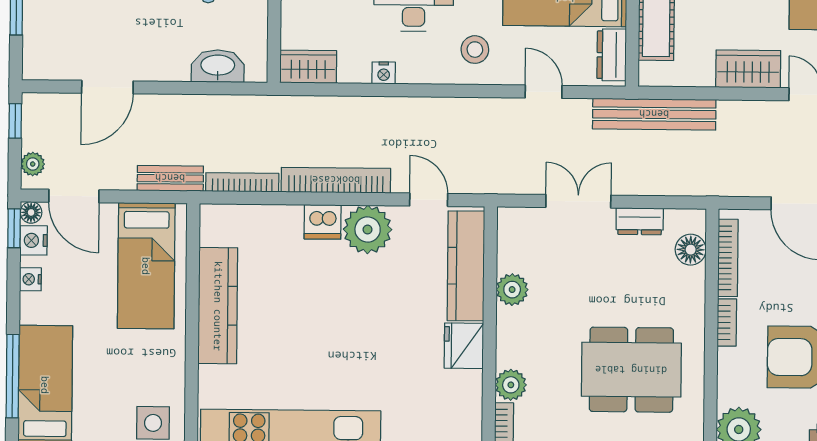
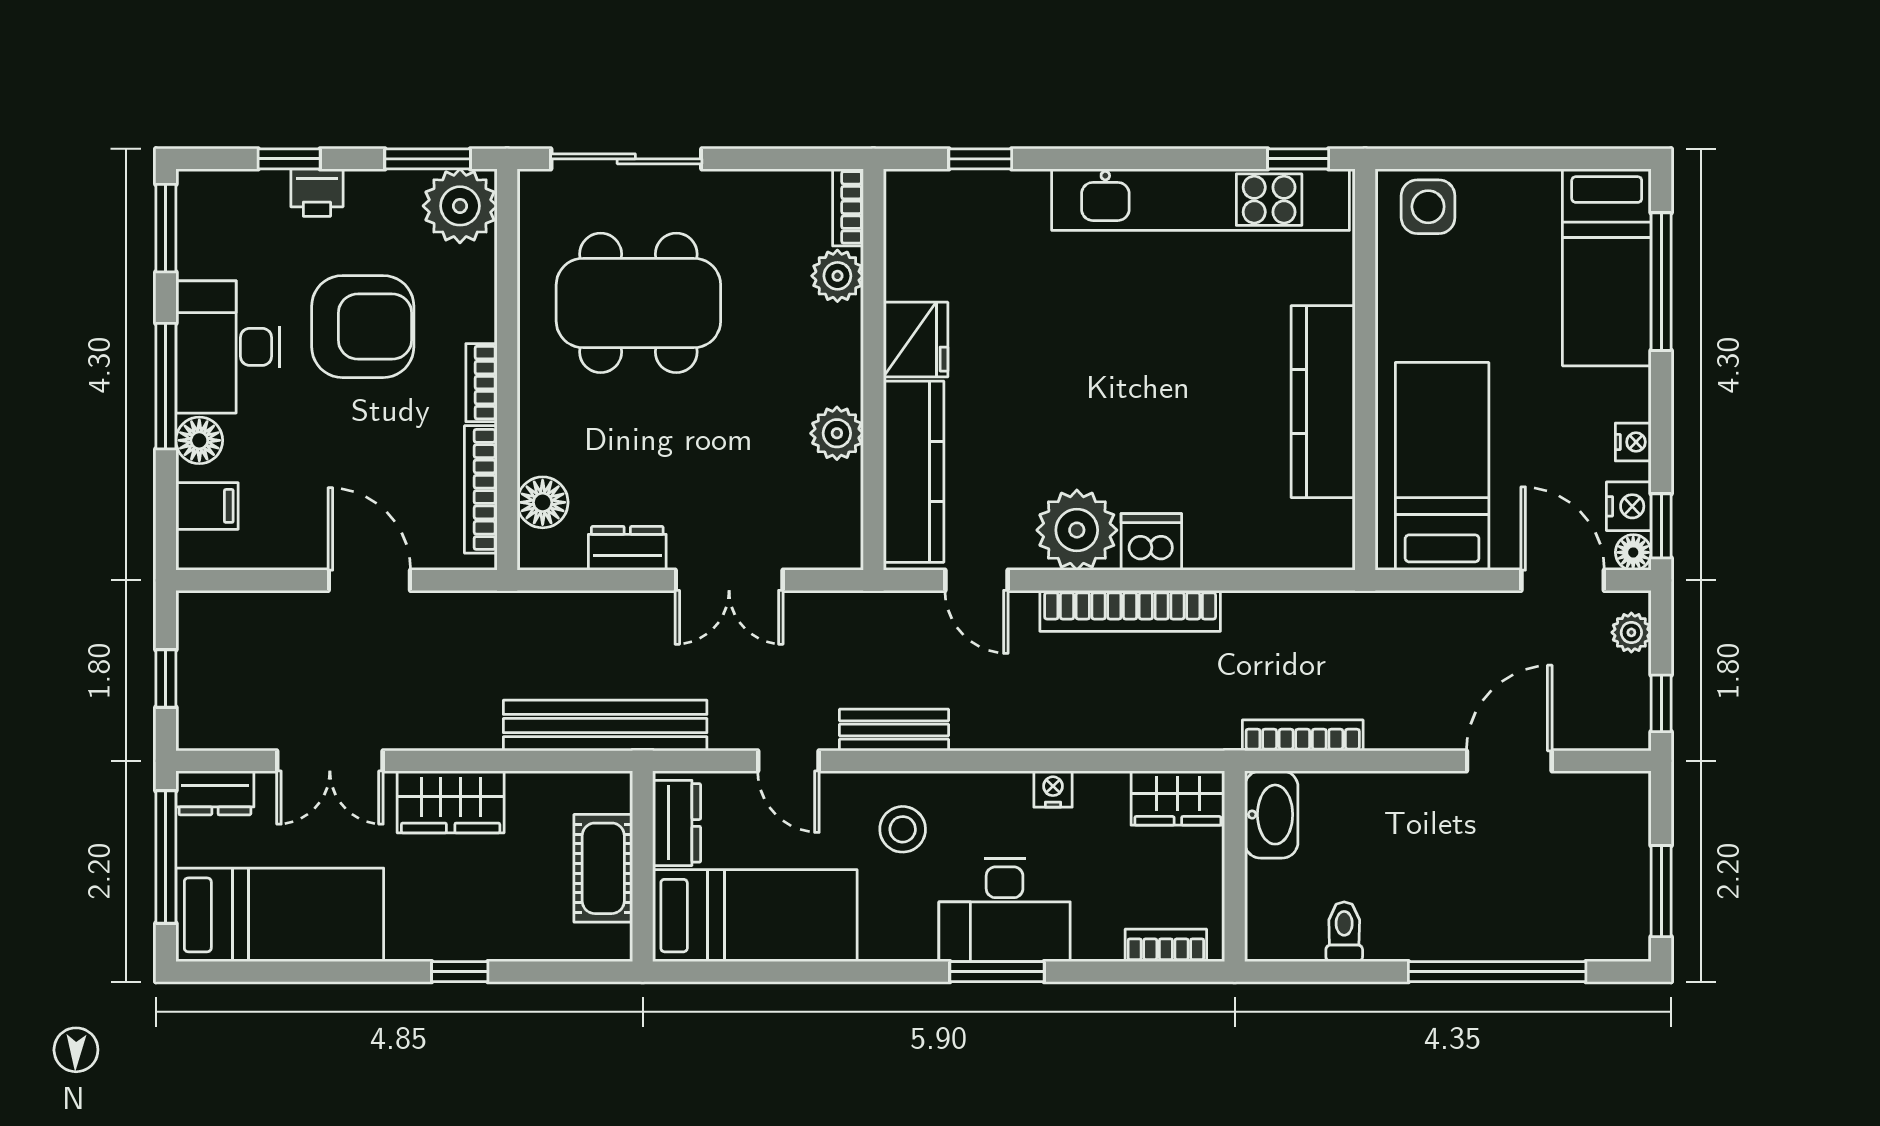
washbasin: (218, 66) -> (1271, 815), moved, turned -90
bench: (170, 178) -> (894, 730), moved
bookcase: (242, 182) -> (1303, 735), moved, turned 180

